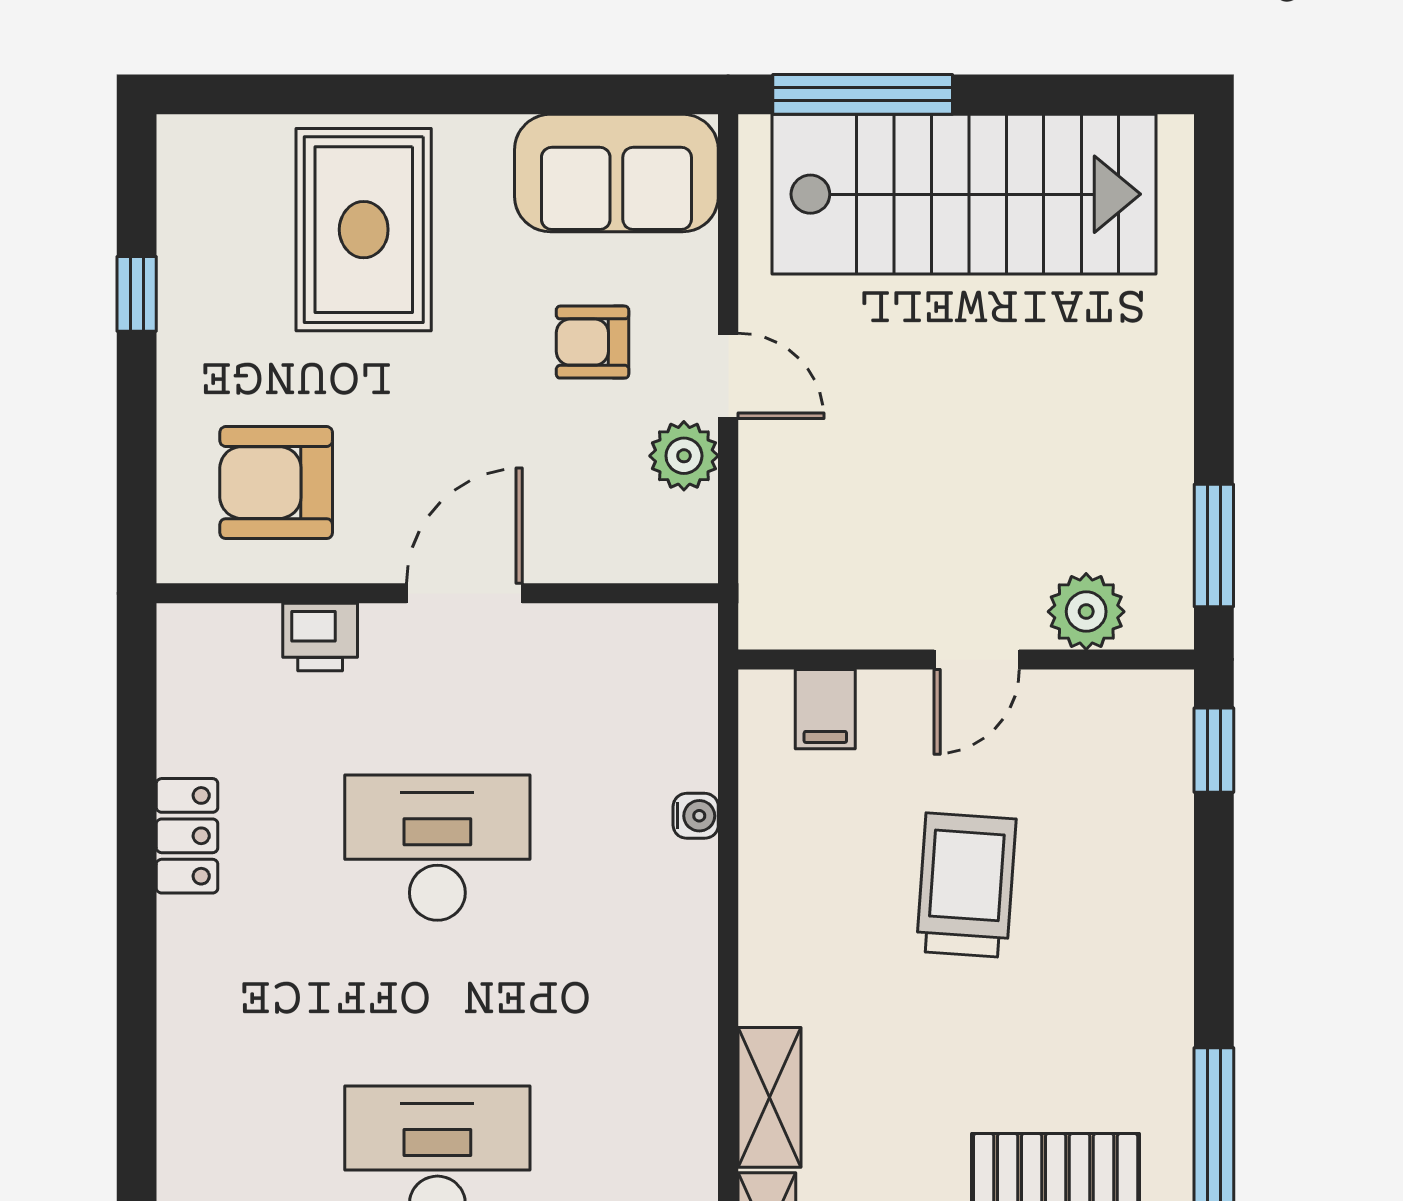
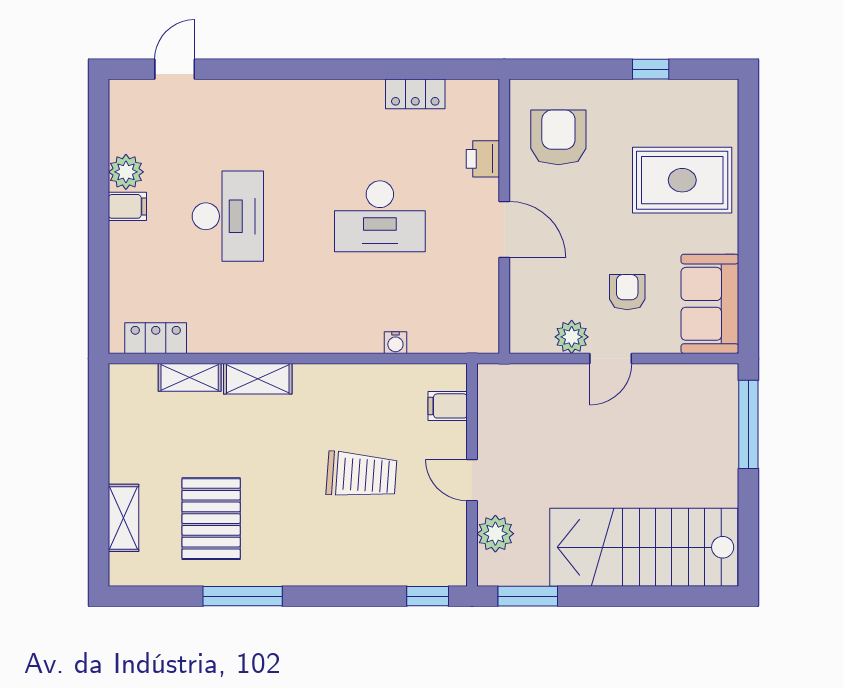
stairs: (964, 194) -> (644, 547), moved, turned 90
locker: (187, 836) -> (415, 94), moved
desk: (437, 848) -> (380, 216), turned 90

